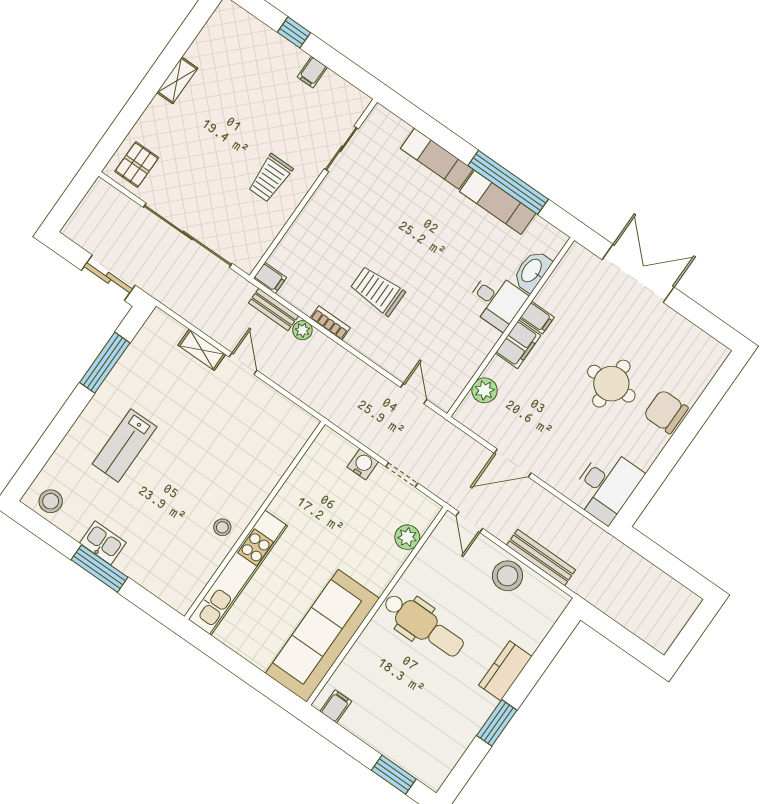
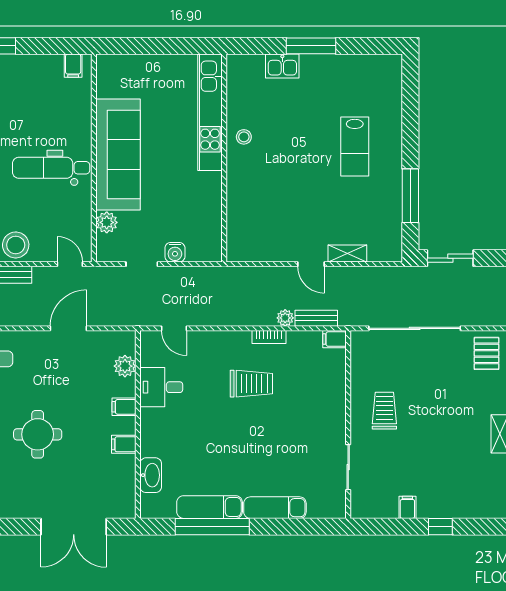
desk: (496, 301) -> (161, 387), moved
filing cabinet: (518, 344) -> (124, 407), width x0.50
lab bench: (125, 445) -> (355, 146), turned 180
stool: (51, 501) -> (380, 70), removed
kitchen sink: (103, 543) -> (282, 66), moved
sofa: (322, 636) -> (118, 154), moved

